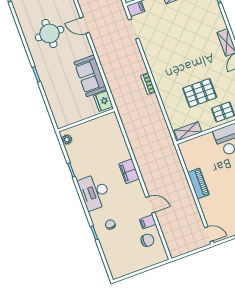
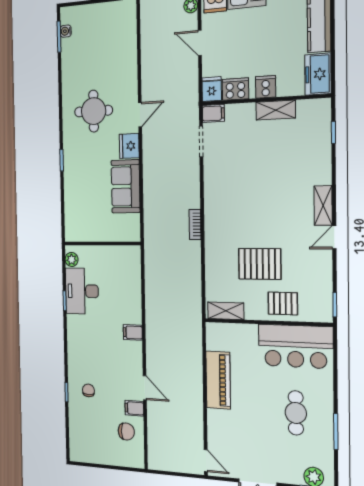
door: (85, 25) -> (140, 115), swing flipped
fridge: (103, 101) -> (129, 146), moved
filing cabinet: (129, 171) -> (133, 332), width x0.50
piano: (198, 184) -> (218, 380), width x1.37, depth x1.33
desk: (94, 192) -> (82, 291), moved

